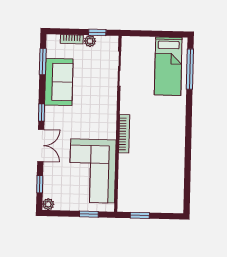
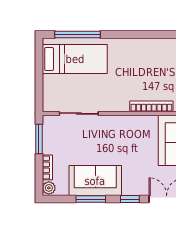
window: (97, 32) -> (39, 139), width x1.50
plant: (90, 41) -> (49, 188), moved
window: (43, 62) -> (91, 199), moved

